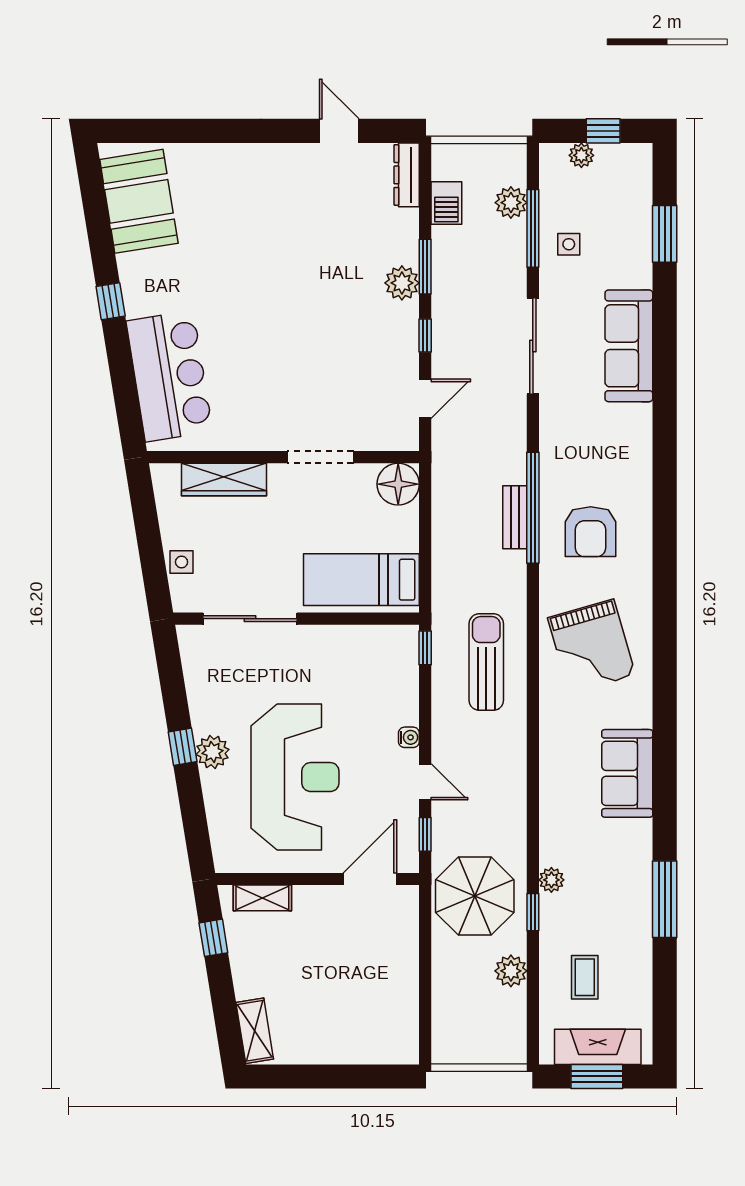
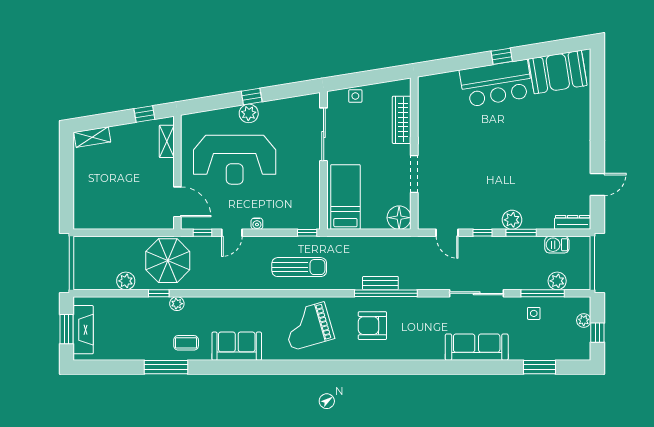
bar counter: (169, 376) -> (496, 83), moved
coffee table: (585, 977) -> (186, 343), moved

